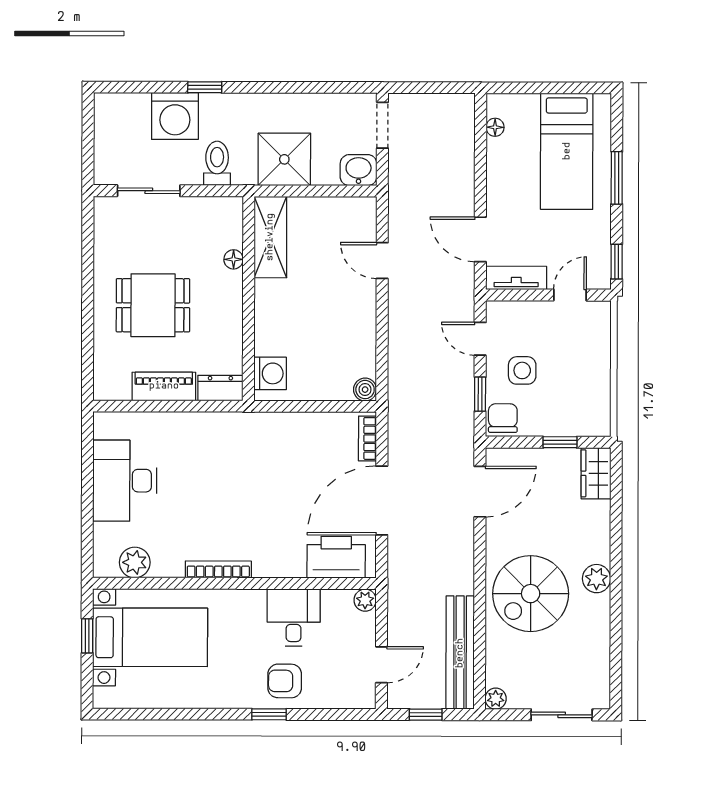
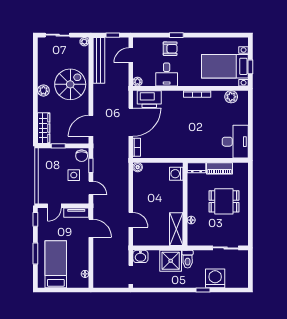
toilet: (217, 163) -> (188, 259), moved
wardrobe: (596, 473) -> (44, 128), width x1.50
desk: (125, 481) -> (235, 142), moved

